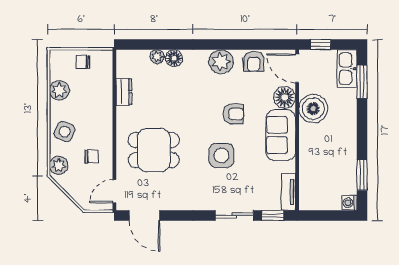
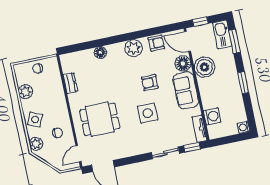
plant: (157, 57) -> (88, 54), removed
armchair: (254, 61) -> (156, 43), turned -90
armchair: (233, 114) -> (150, 83), turned 180
window: (362, 175) -> (243, 83), moved
washing machine: (309, 179) -> (212, 116), added

